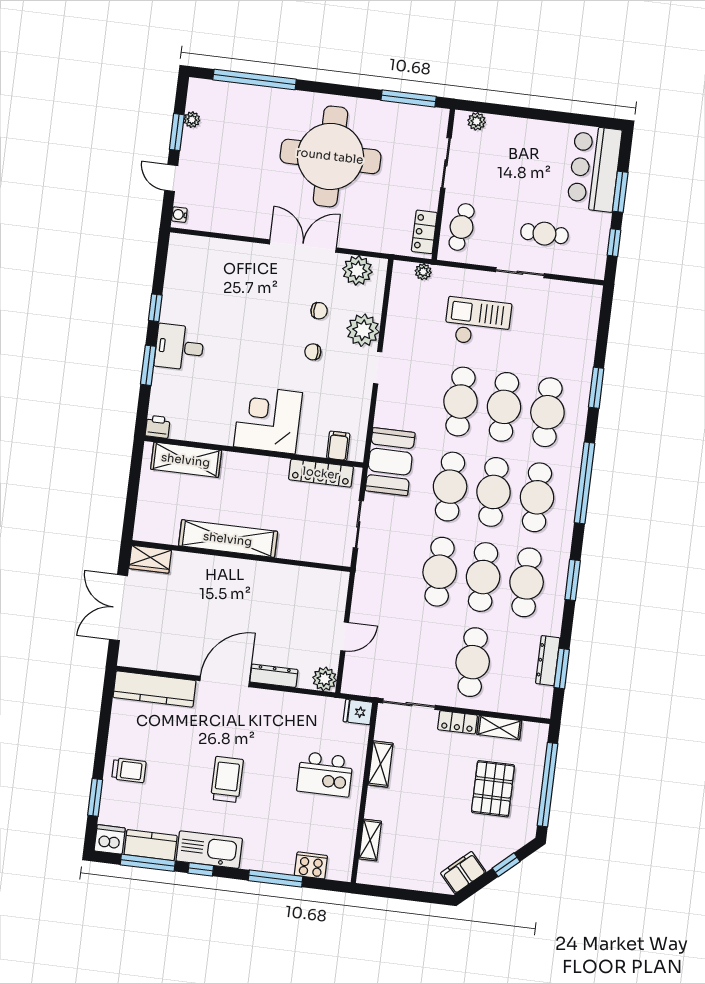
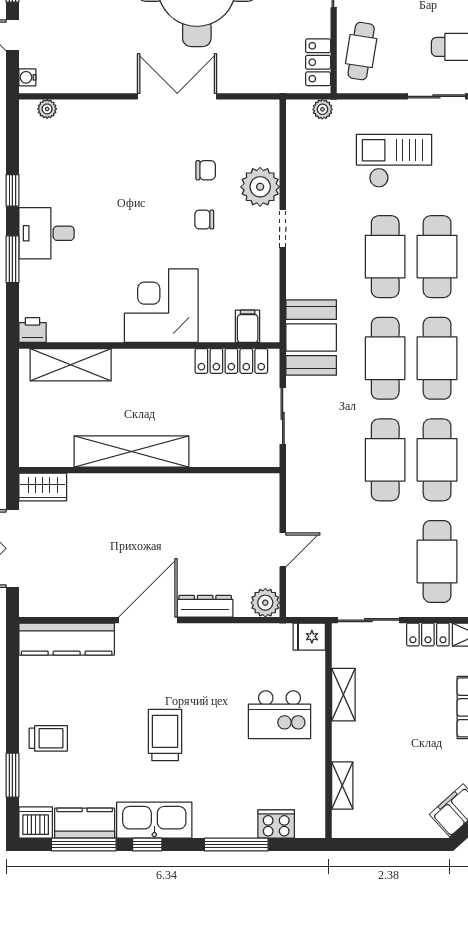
plant: (357, 270) -> (47, 109), moved, width x0.53, depth x0.53

